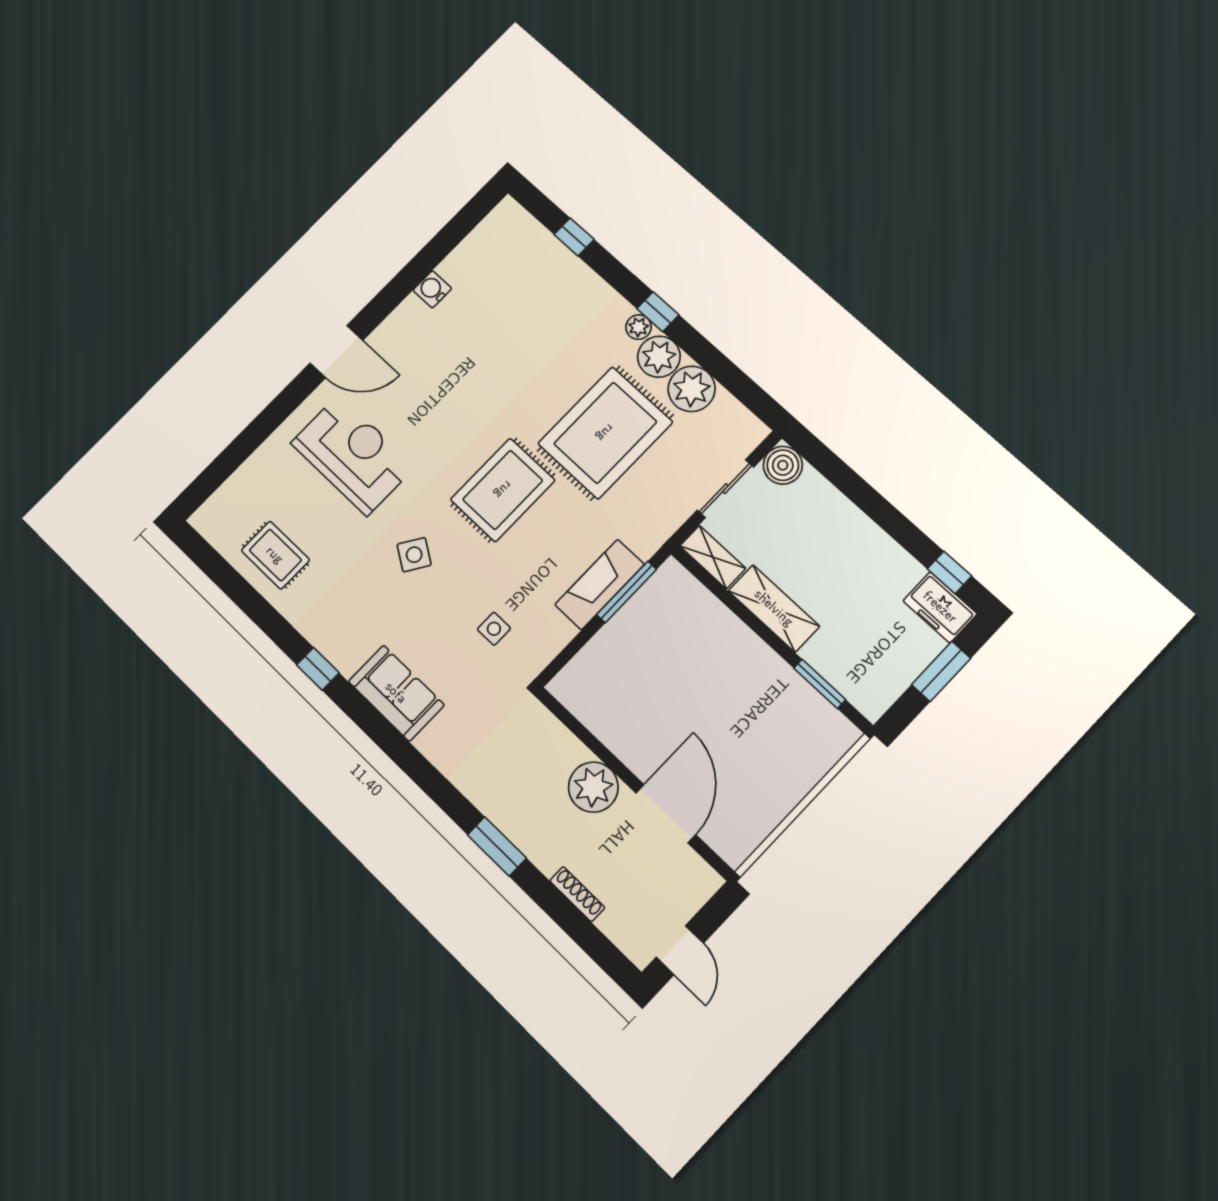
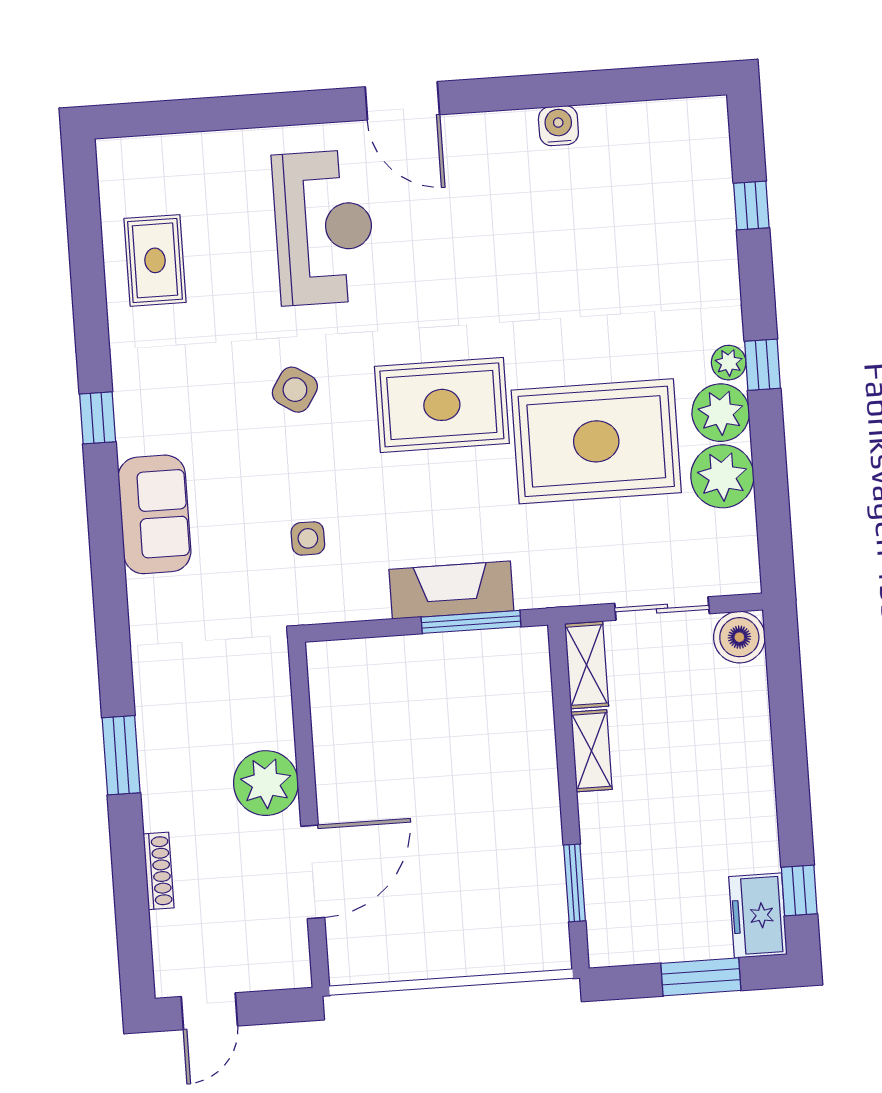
shelving: (774, 608) -> (591, 751), width x0.67, depth x0.75

